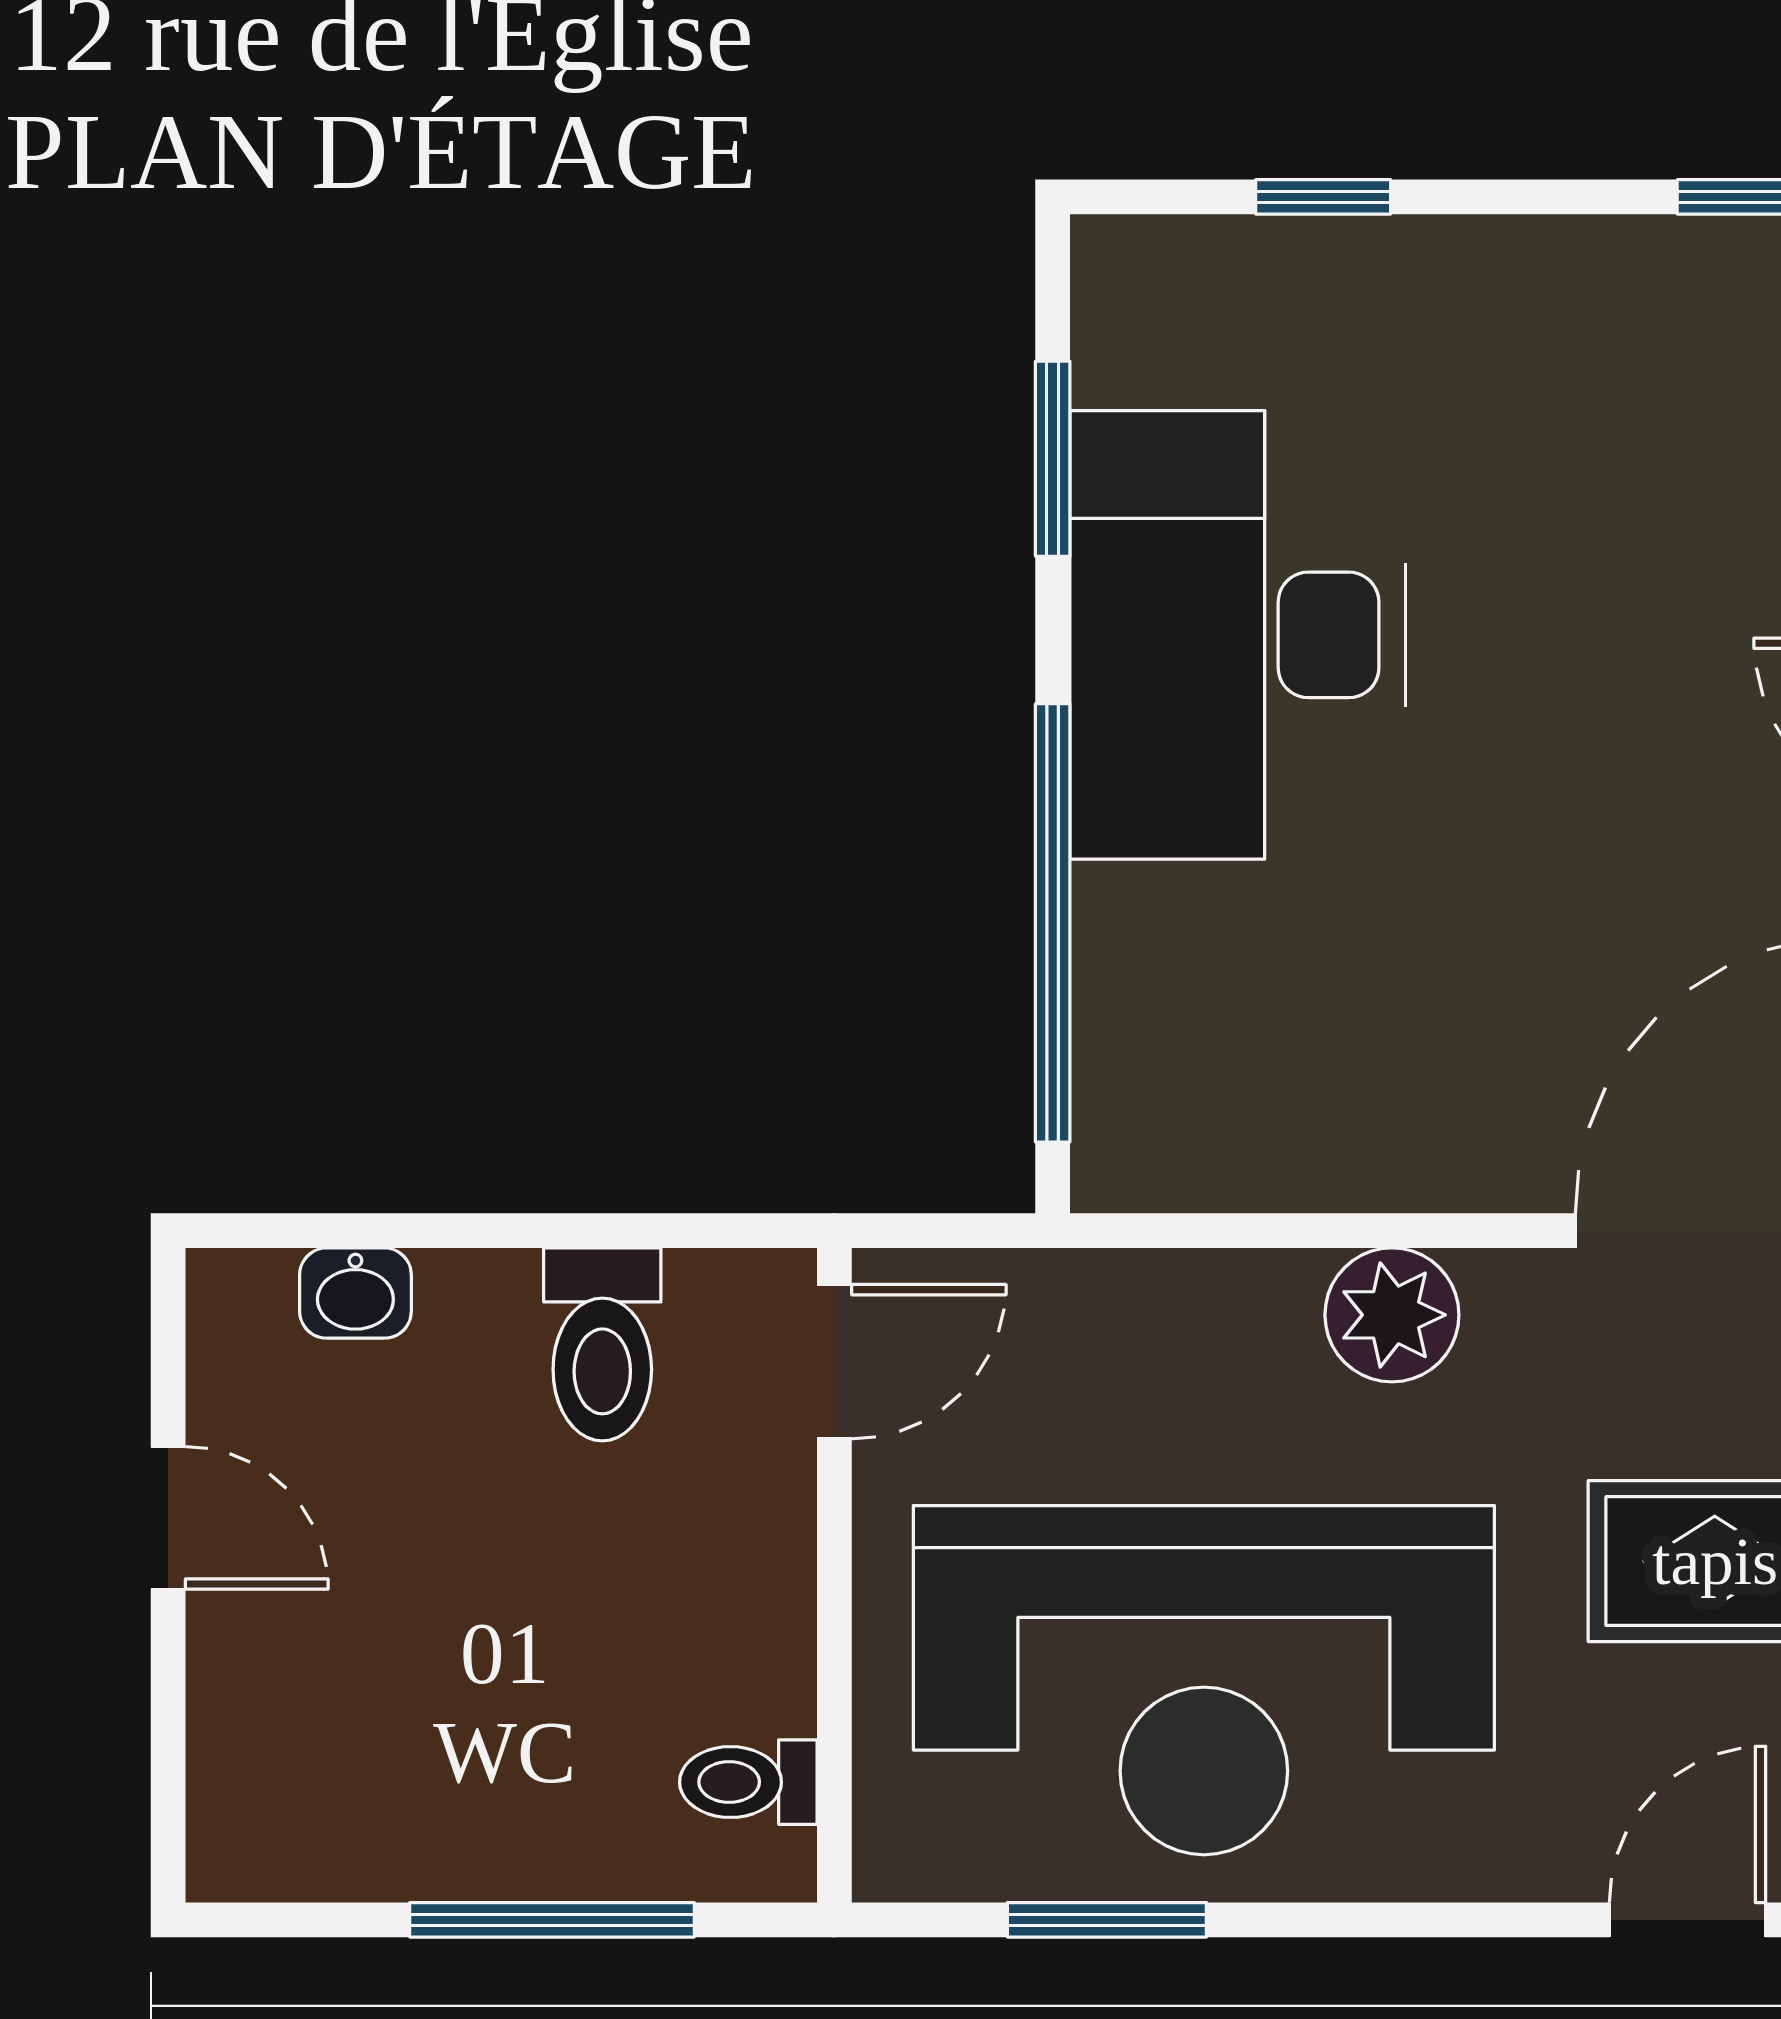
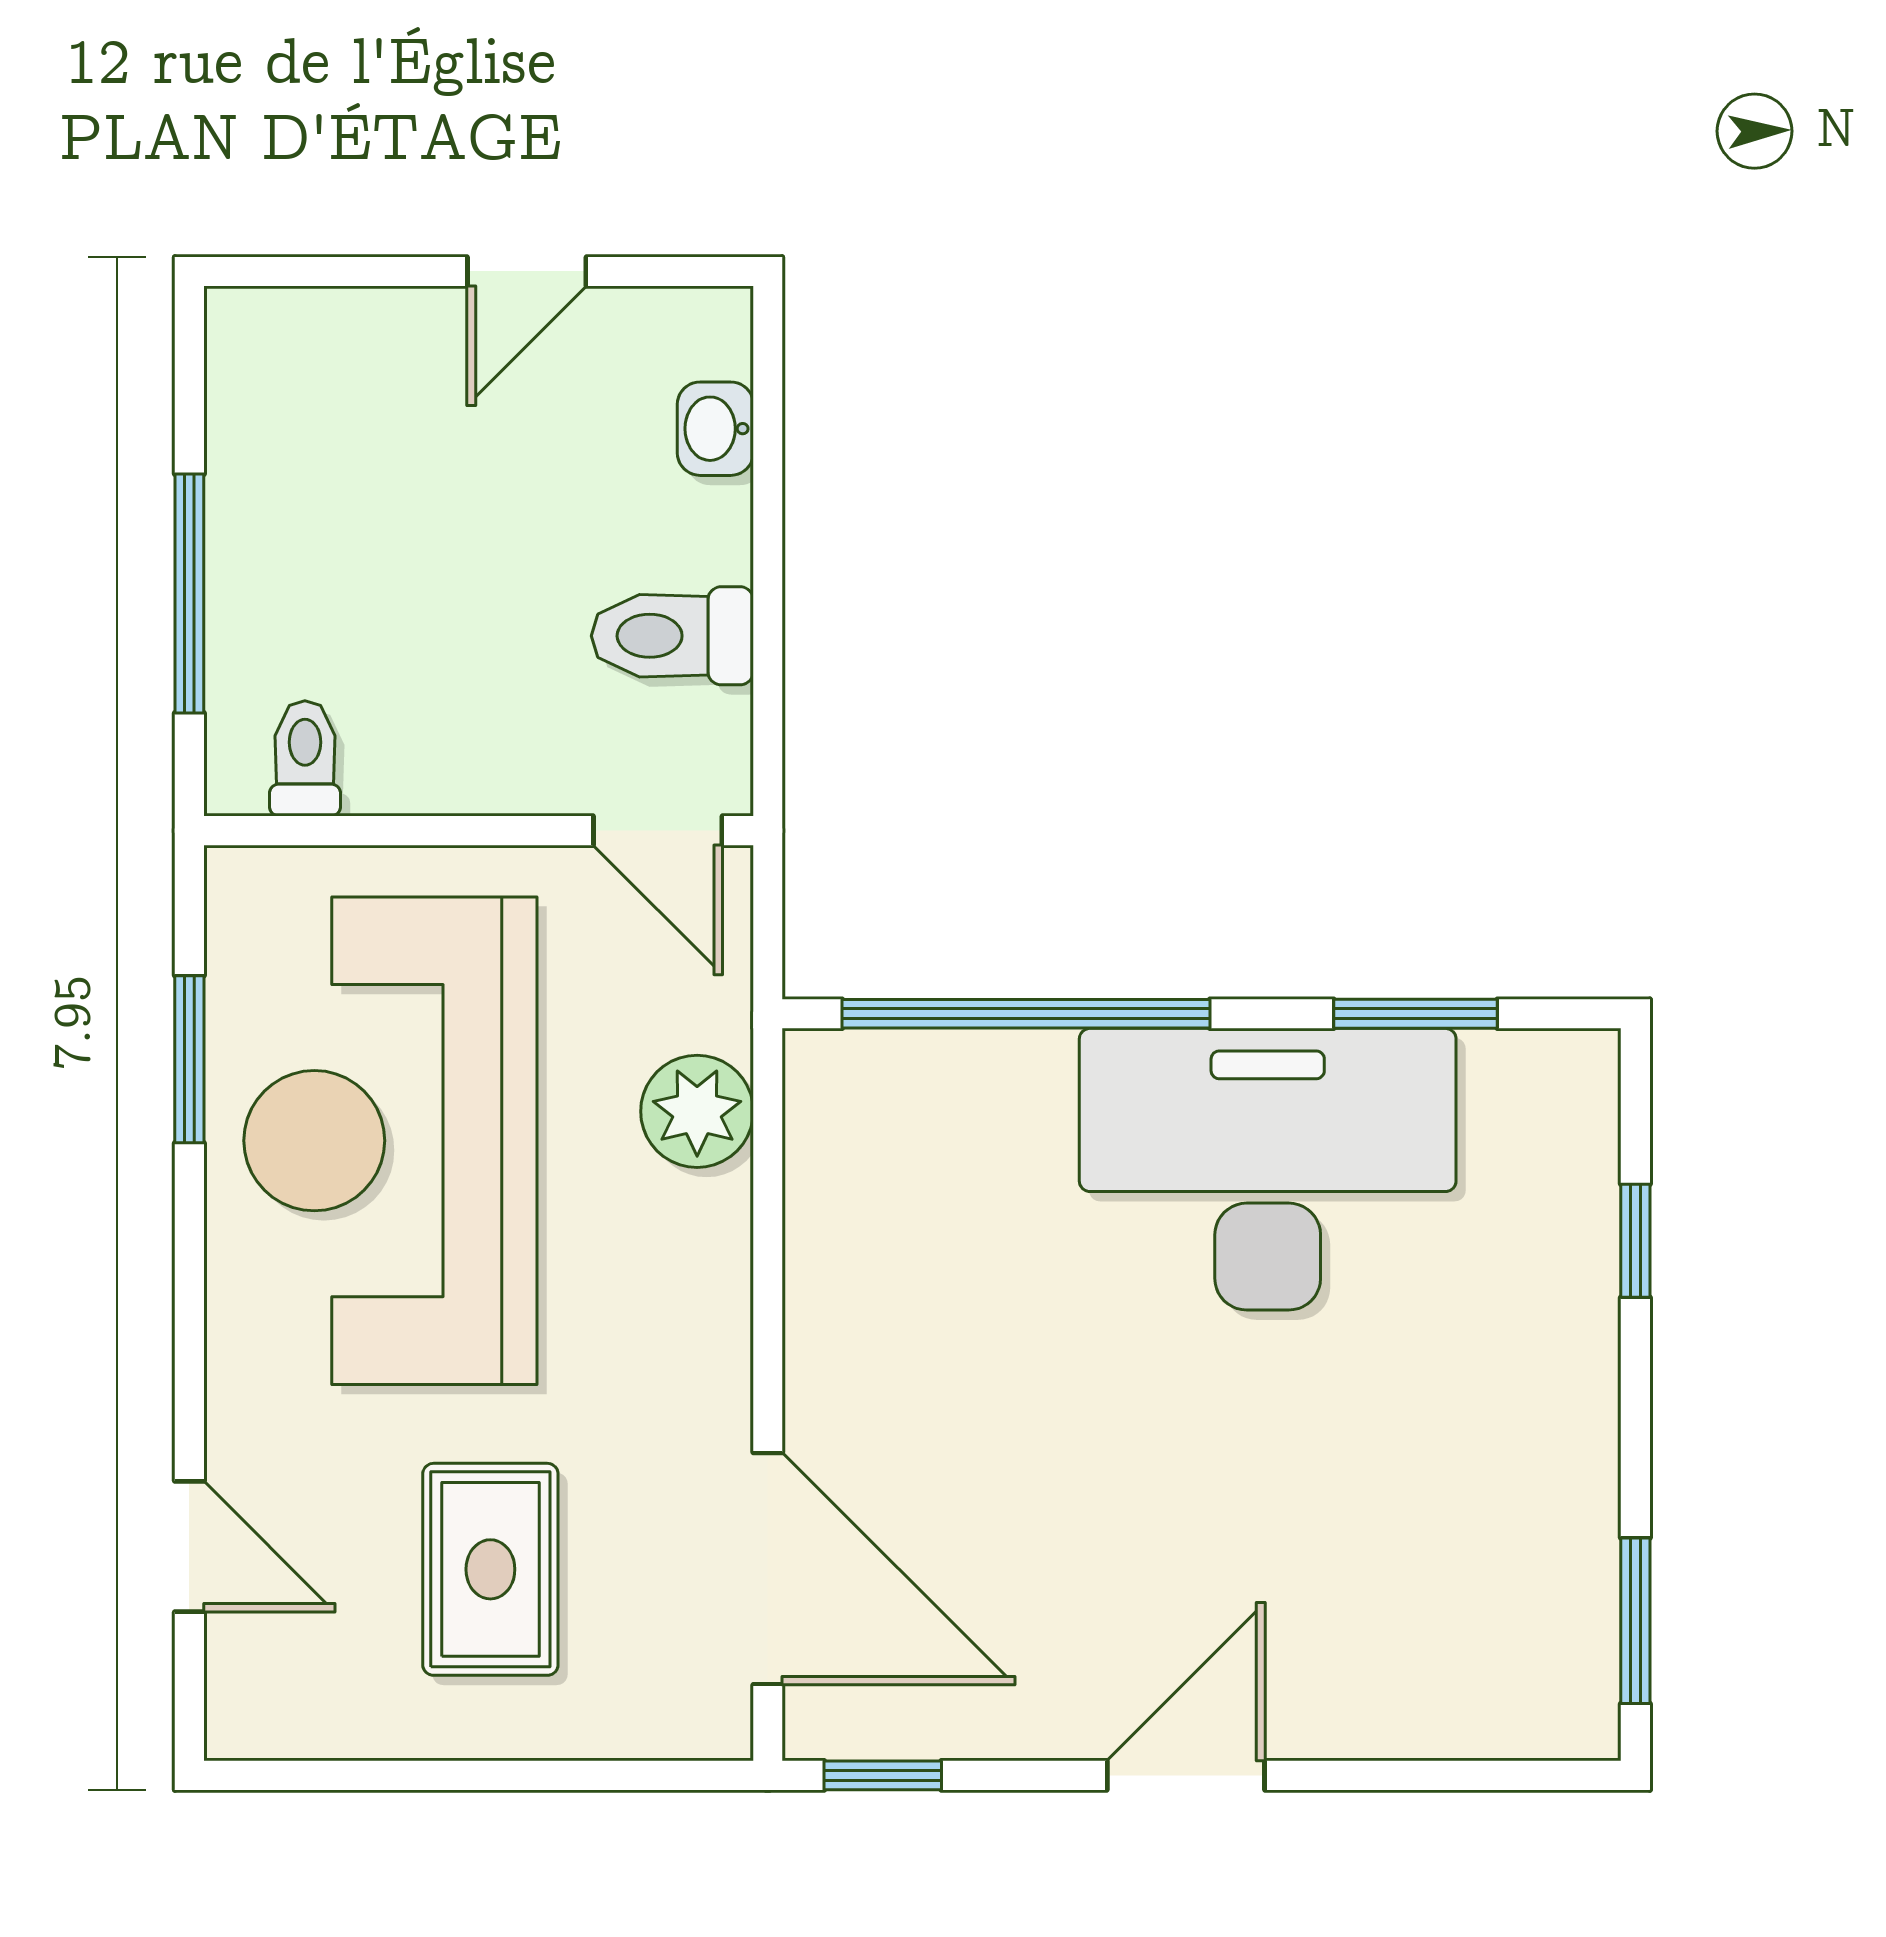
plant: (1392, 1315) -> (697, 1111), moved

